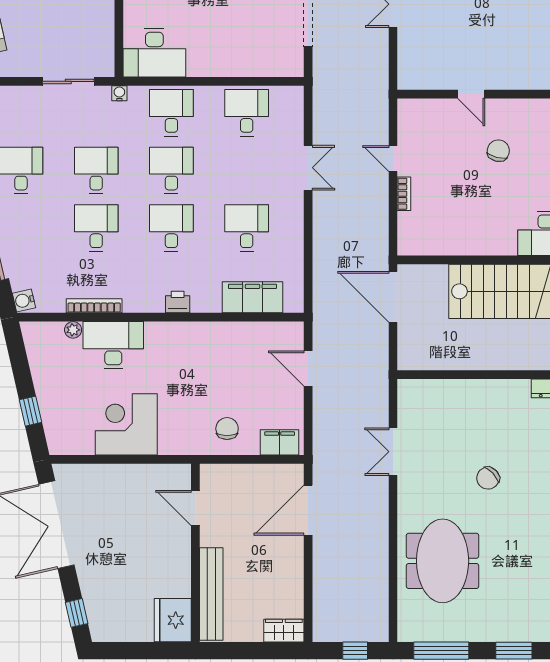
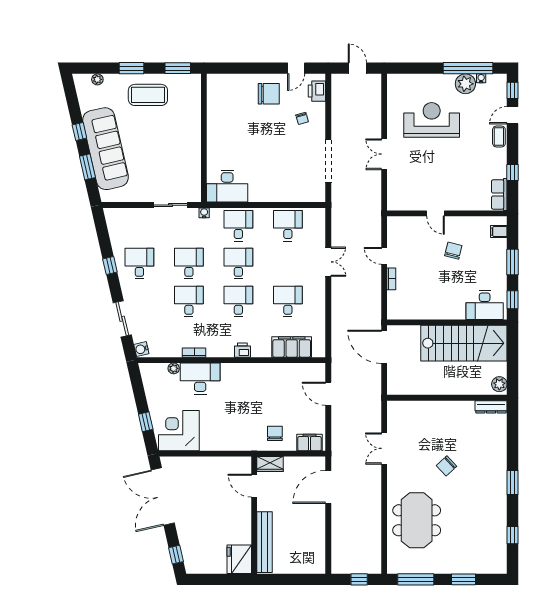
bookcase: (94, 306) -> (194, 353), width x0.64
corner desk: (126, 424) -> (179, 431), moved
wardrobe: (284, 631) -> (270, 464), moved, turned 180

